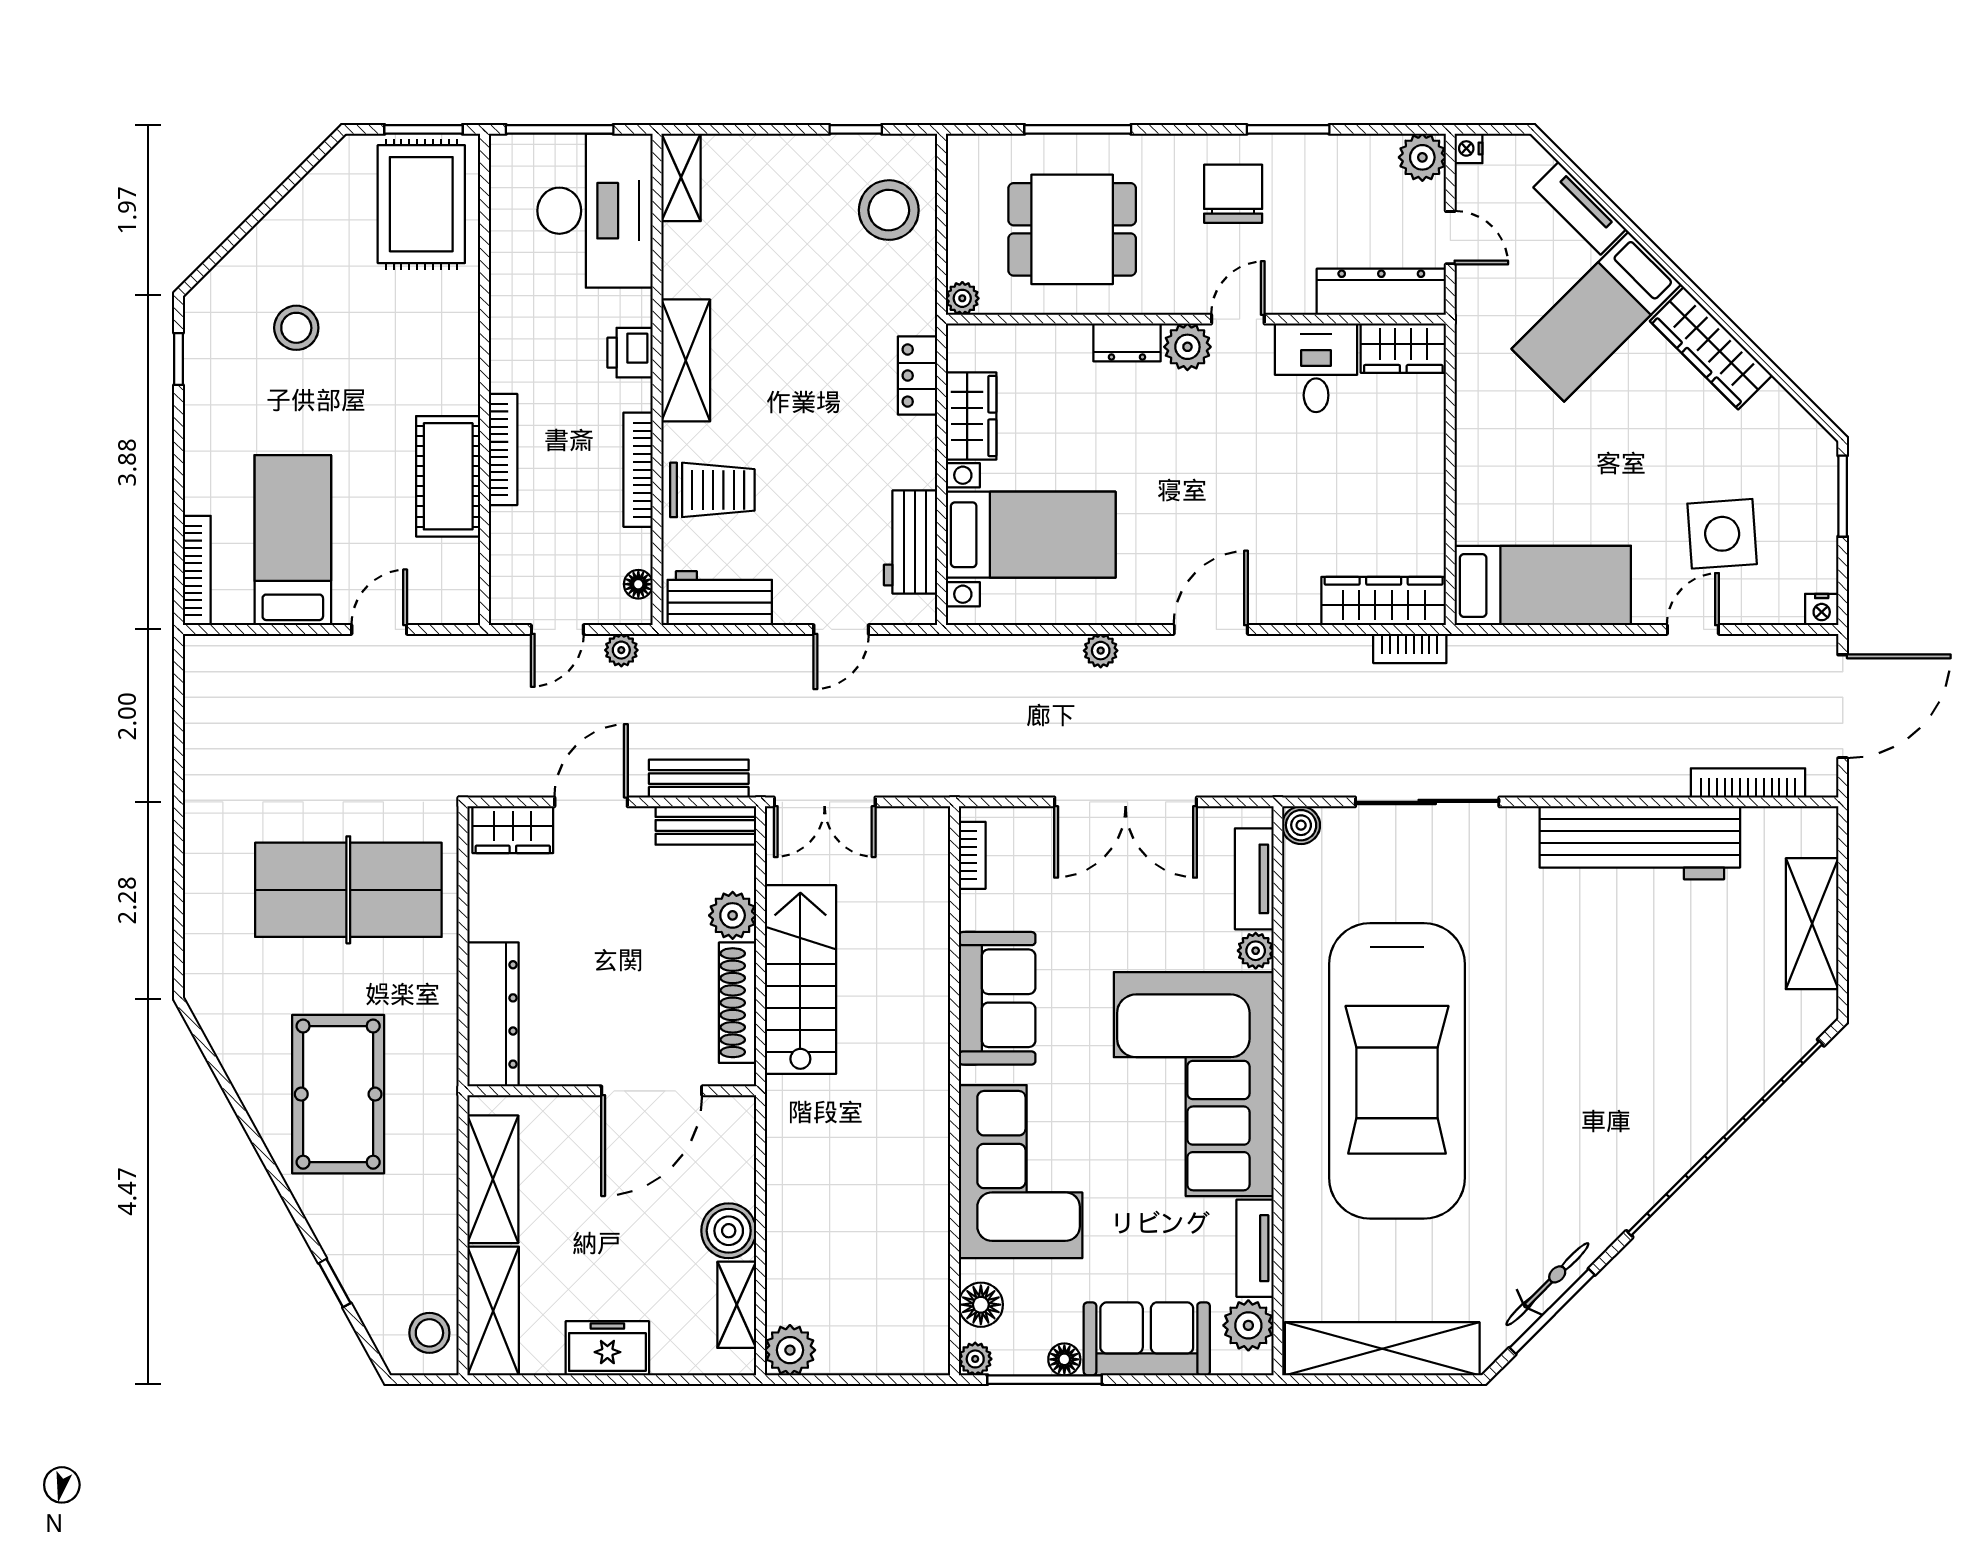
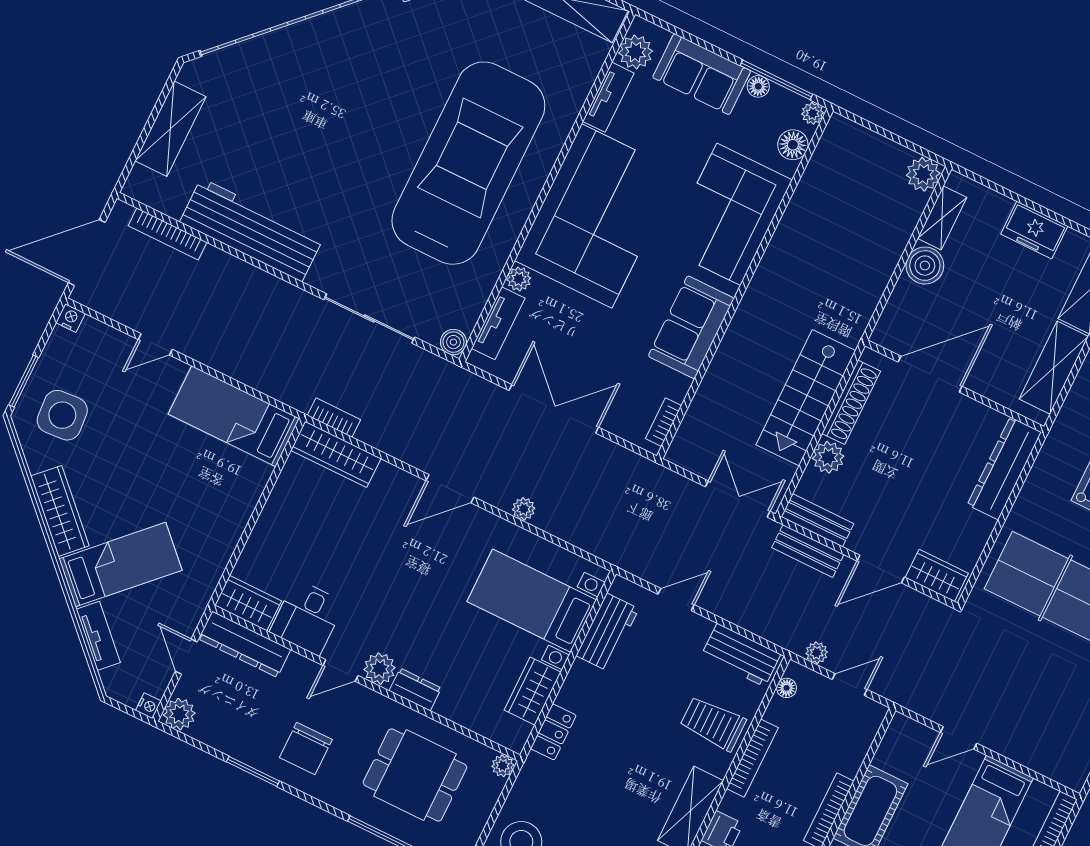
side table: (1722, 534) -> (62, 415), moved

